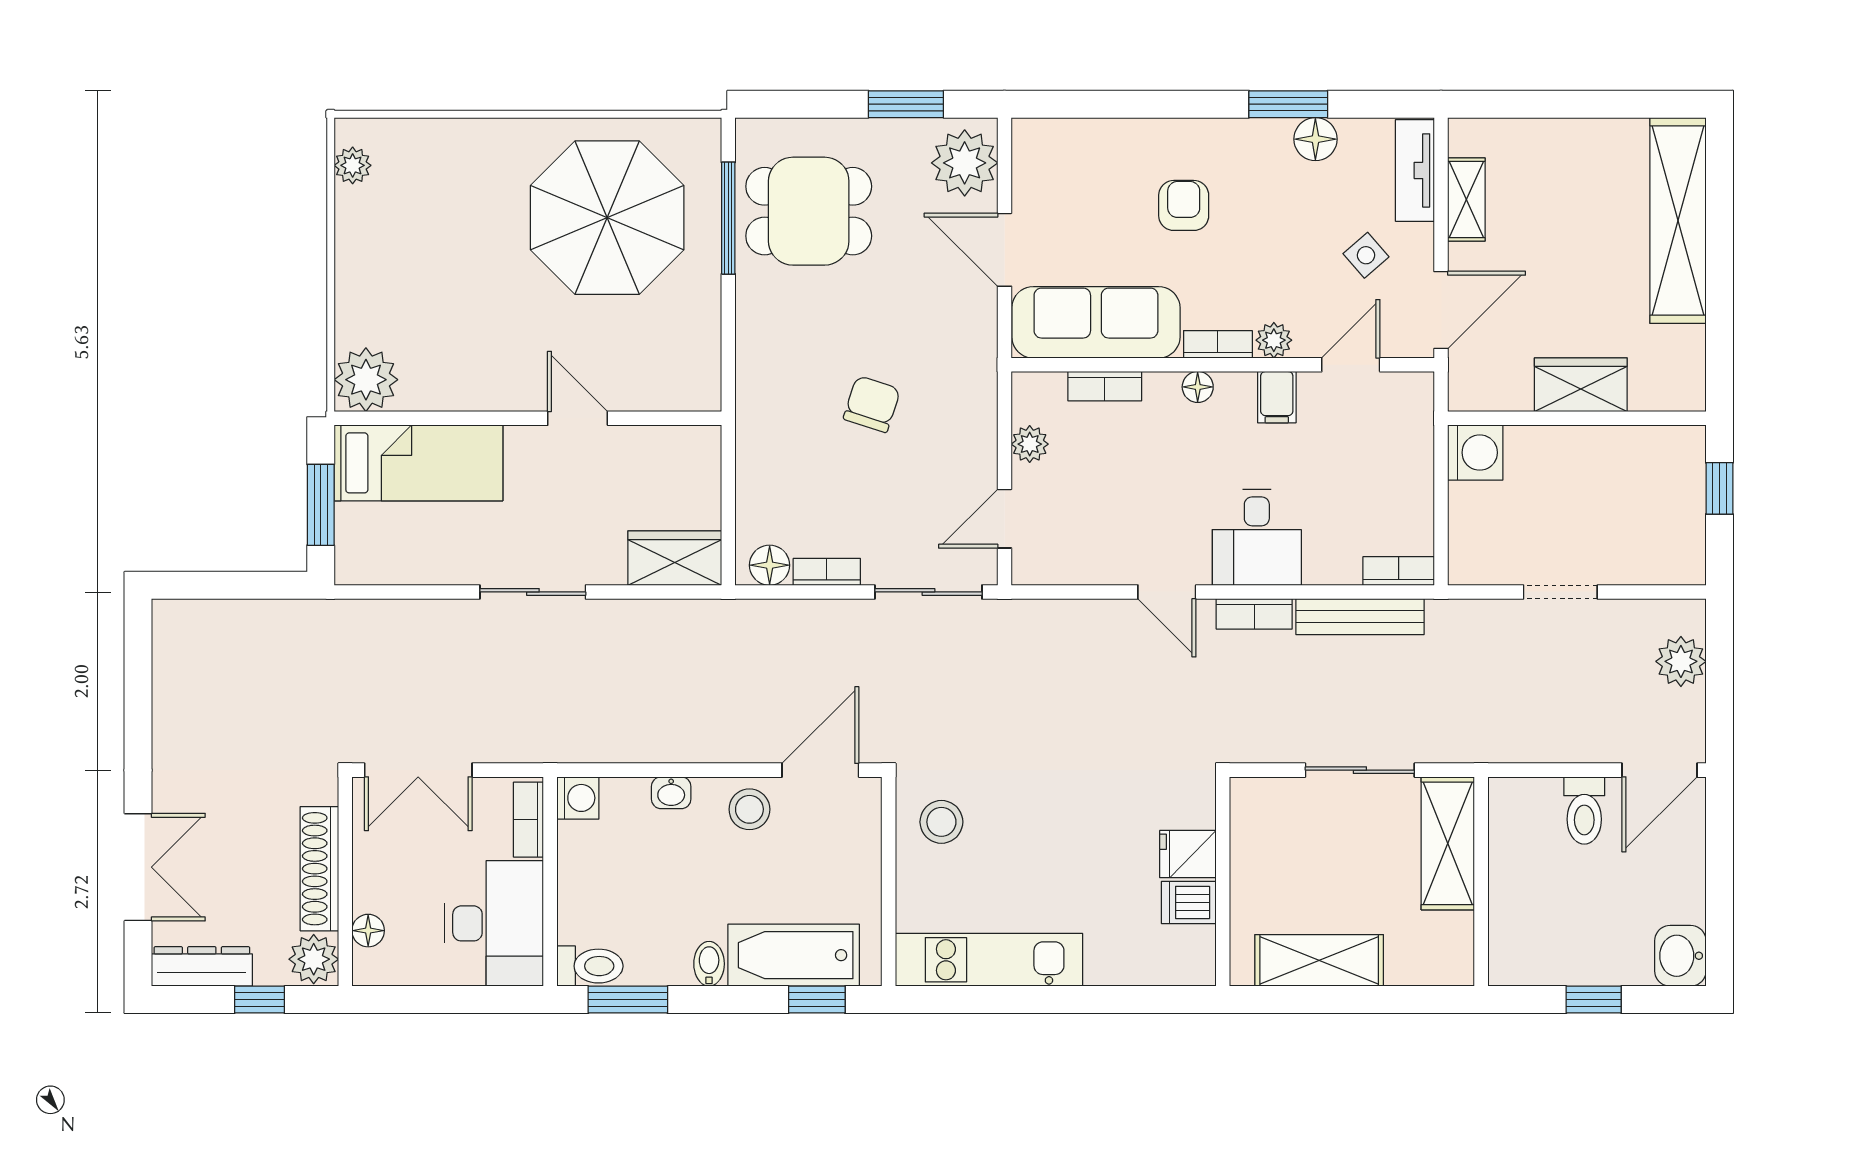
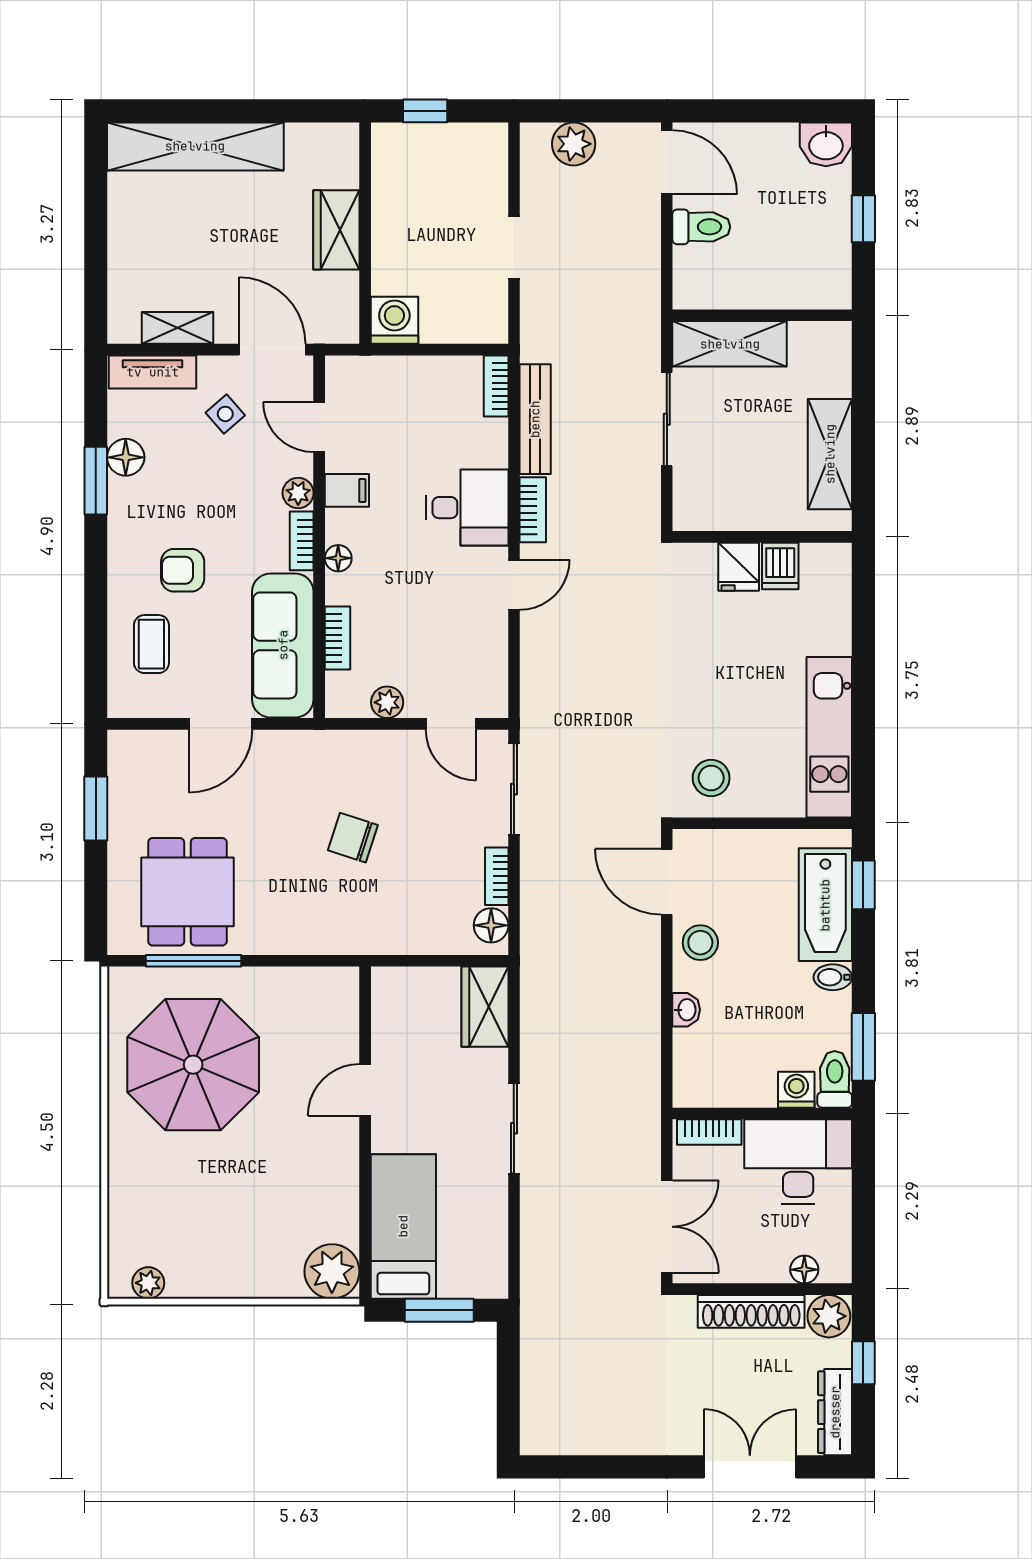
plant: (965, 163) -> (146, 758), removed
coffee table: (1098, 169) -> (151, 644), added
washing machine: (578, 798) -> (796, 1090), moved

